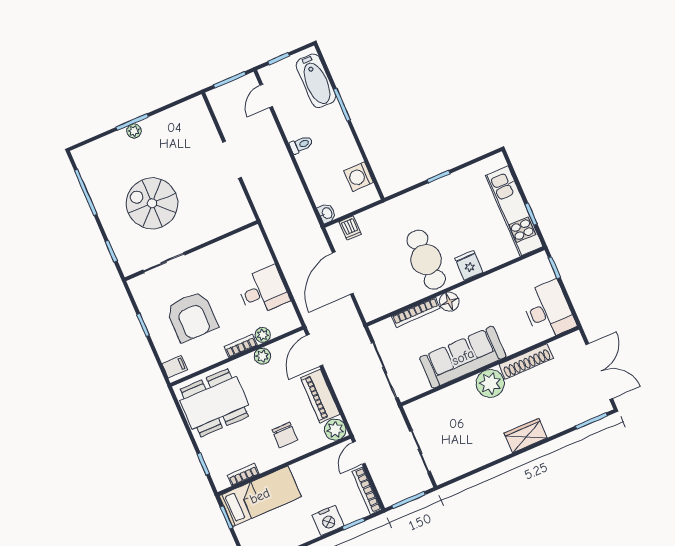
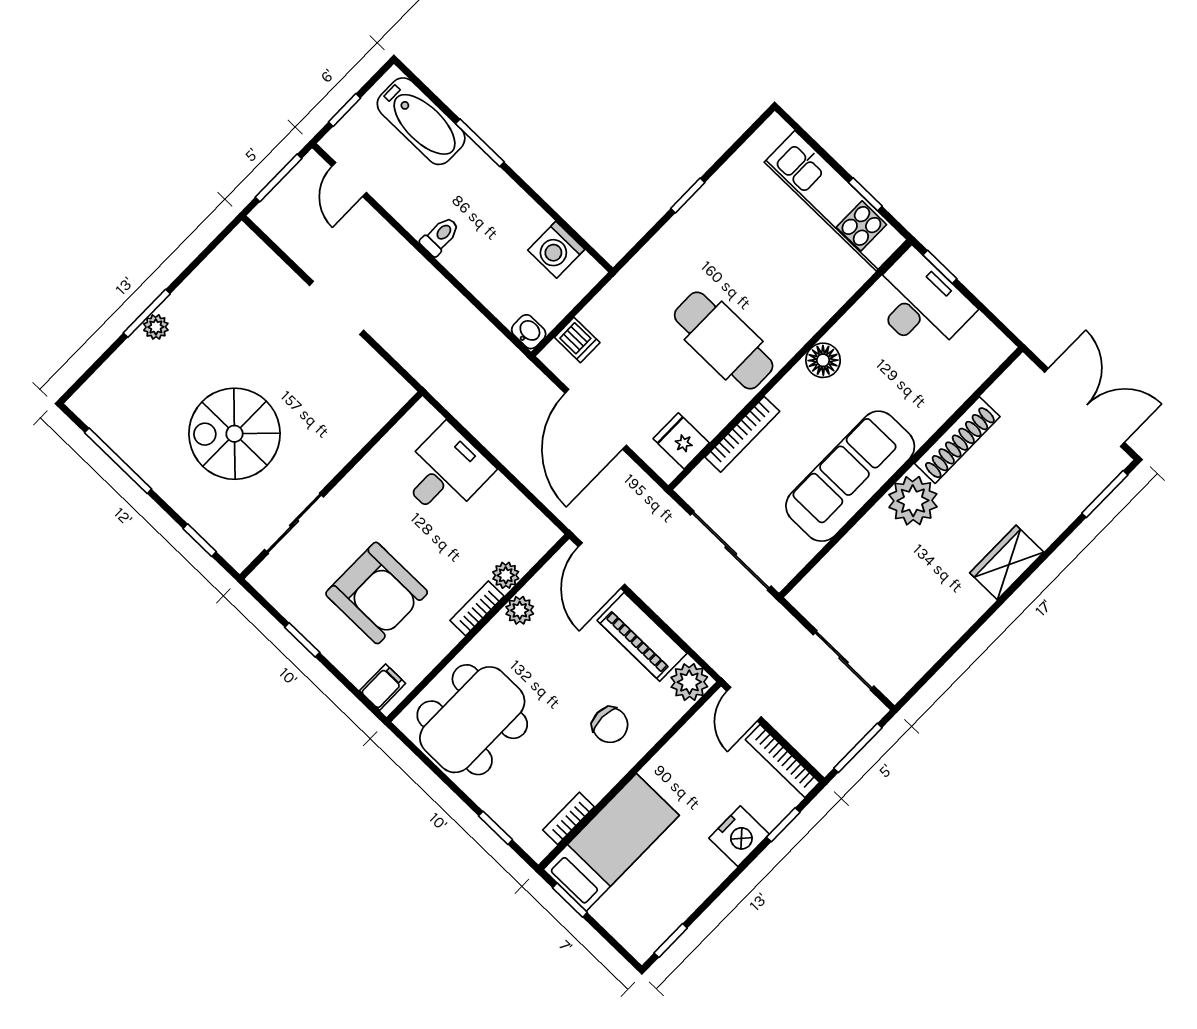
fridge: (469, 265) -> (681, 441), moved
desk: (263, 291) -> (445, 472), moved
floor lamp: (449, 302) -> (823, 360), moved
desk: (548, 310) -> (920, 303), moved

